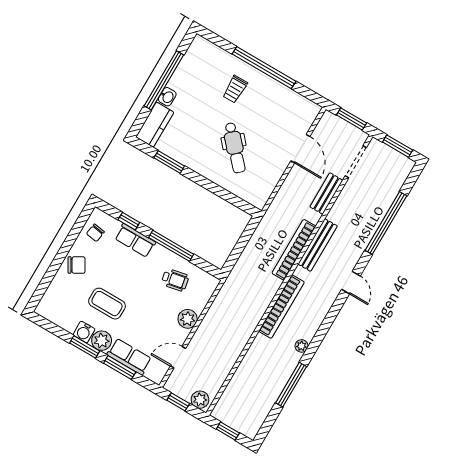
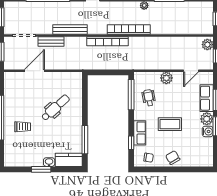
window: (164, 80) -> (41, 169), width x0.47
window: (169, 162) -> (85, 140), width x1.44
bench: (318, 245) -> (70, 30), moved
window: (171, 246) -> (131, 95), moved
bookcase: (294, 250) -> (108, 41), moved
coffee table: (107, 304) -> (170, 124), moved, turned 90
door: (178, 357) -> (191, 71), hinge flipped

